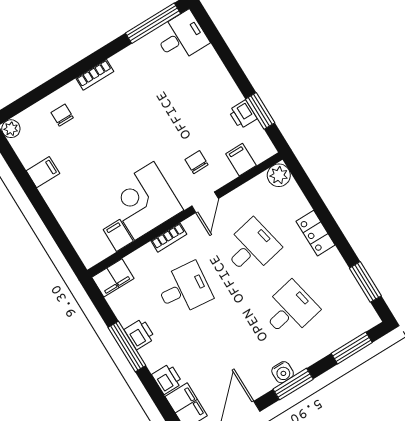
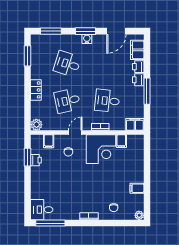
desk: (290, 310) -> (67, 64), turned 30
printer: (140, 334) -> (138, 80), moved

